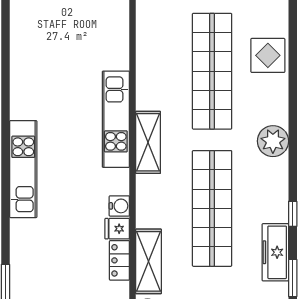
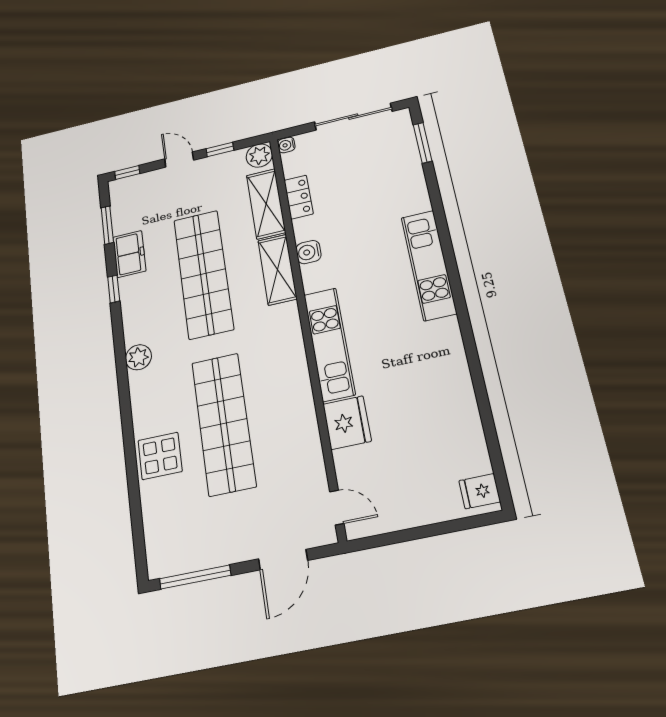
plant: (273, 141) -> (138, 357), width x0.73, depth x0.73
shelving: (148, 142) -> (277, 270), moved
fridge: (117, 229) -> (347, 423), moved, width x1.88, depth x1.34
freezer: (275, 252) -> (129, 254), width x0.71

